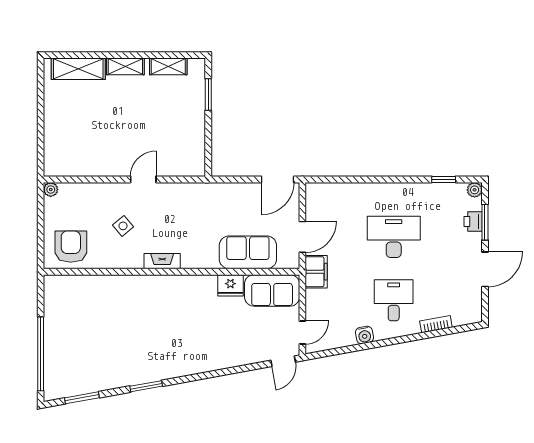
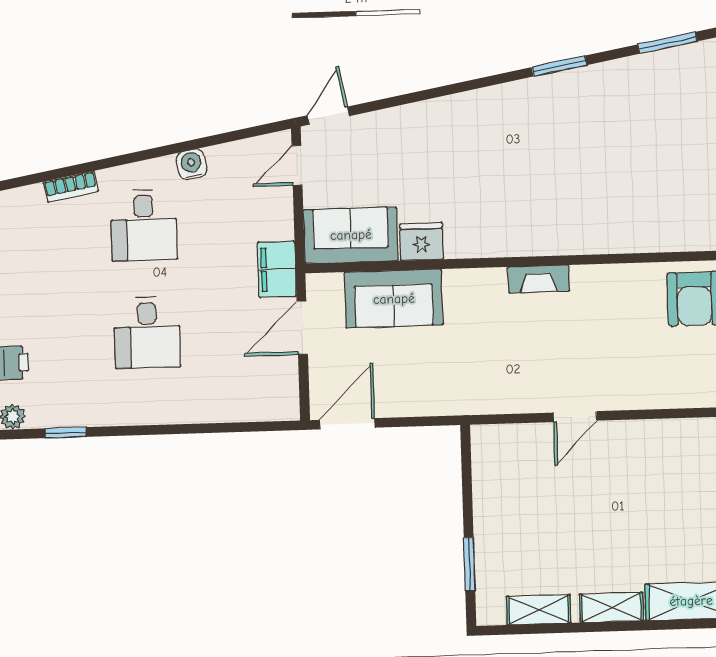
side table: (123, 226) -> (607, 337), removed
desk: (394, 237) -> (147, 332), width x0.73

